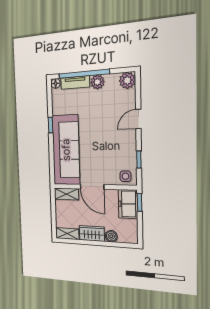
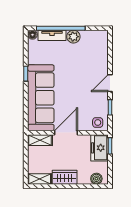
plant: (127, 80) -> (101, 37), removed
door: (138, 119) -> (110, 83), moved
door: (92, 187) -> (66, 133), swing flipped
boiler: (111, 236) -> (96, 179), moved

